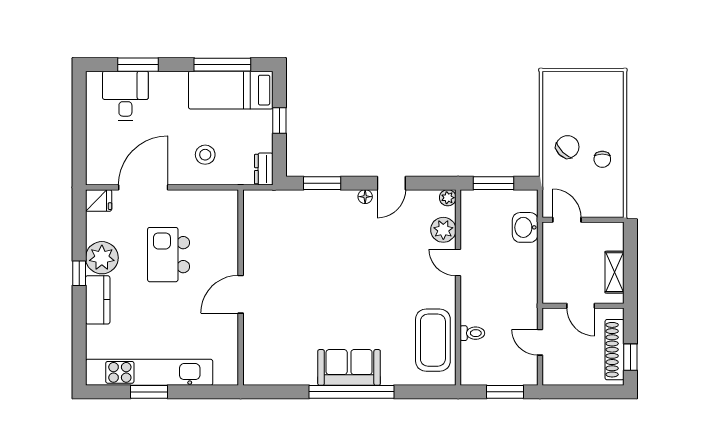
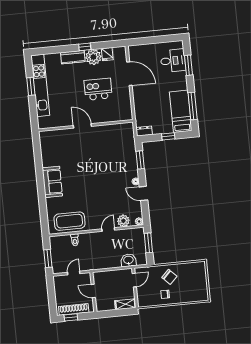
stool: (205, 155) -> (148, 102), removed
fridge: (99, 200) -> (107, 54), moved
shelving: (614, 272) -> (125, 304), moved
door: (581, 306) -> (93, 291), hinge flipped
window: (351, 392) -> (41, 184), removed

